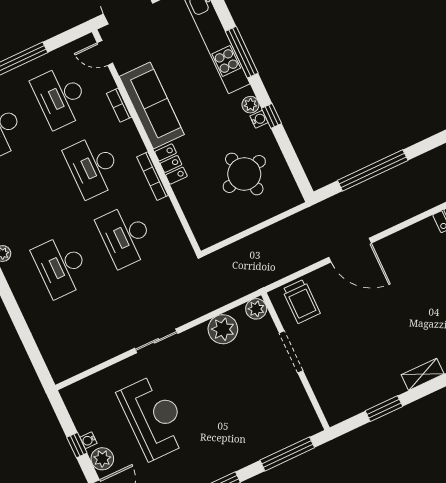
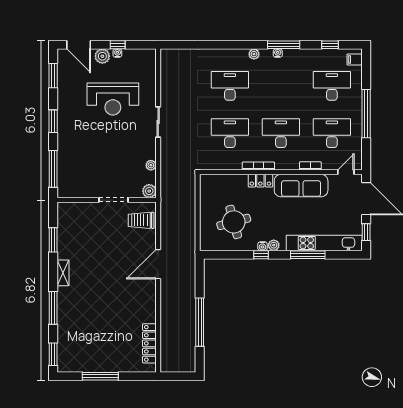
window: (373, 170) -> (200, 322), moved
plant: (223, 329) -> (151, 165), width x0.53, depth x0.53

